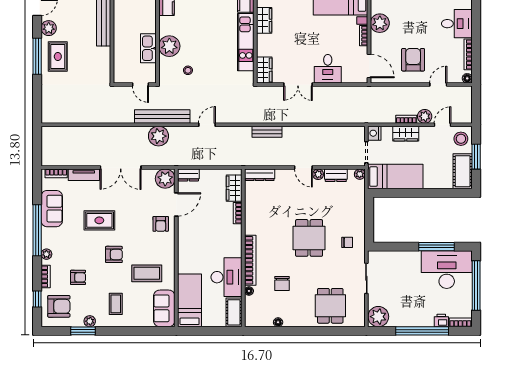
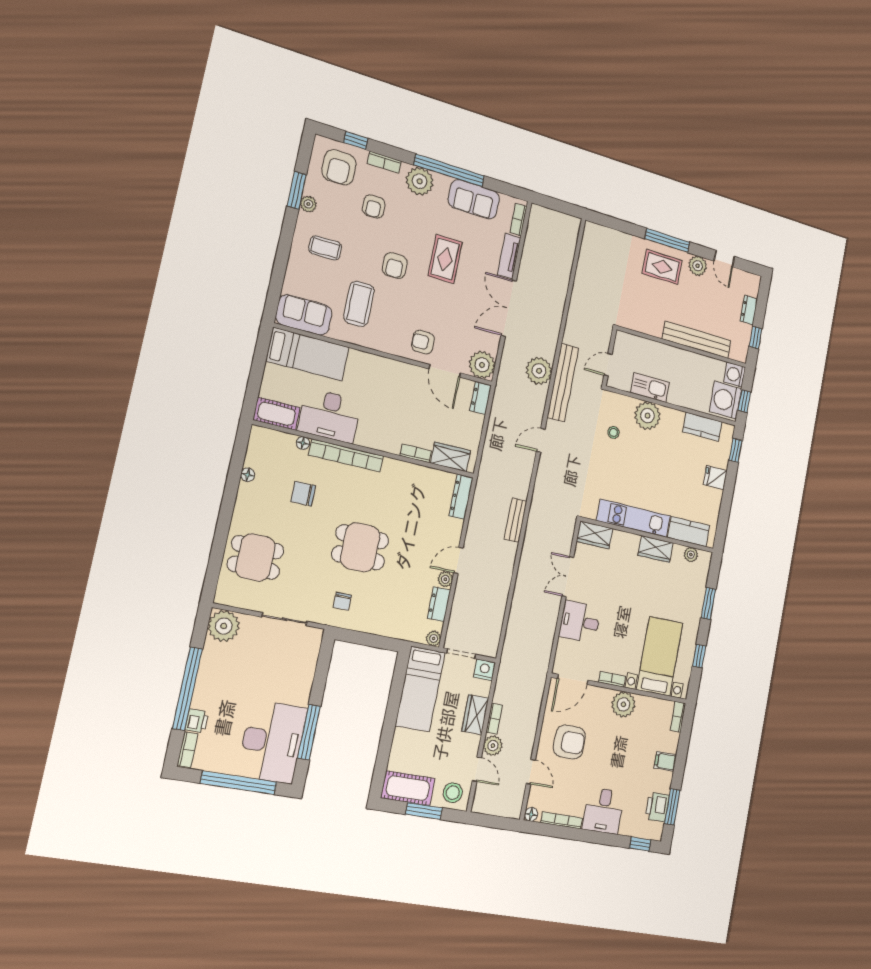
door: (207, 125) -> (541, 440), swing flipped
plant: (46, 254) -> (420, 181), width x1.88, depth x1.88

